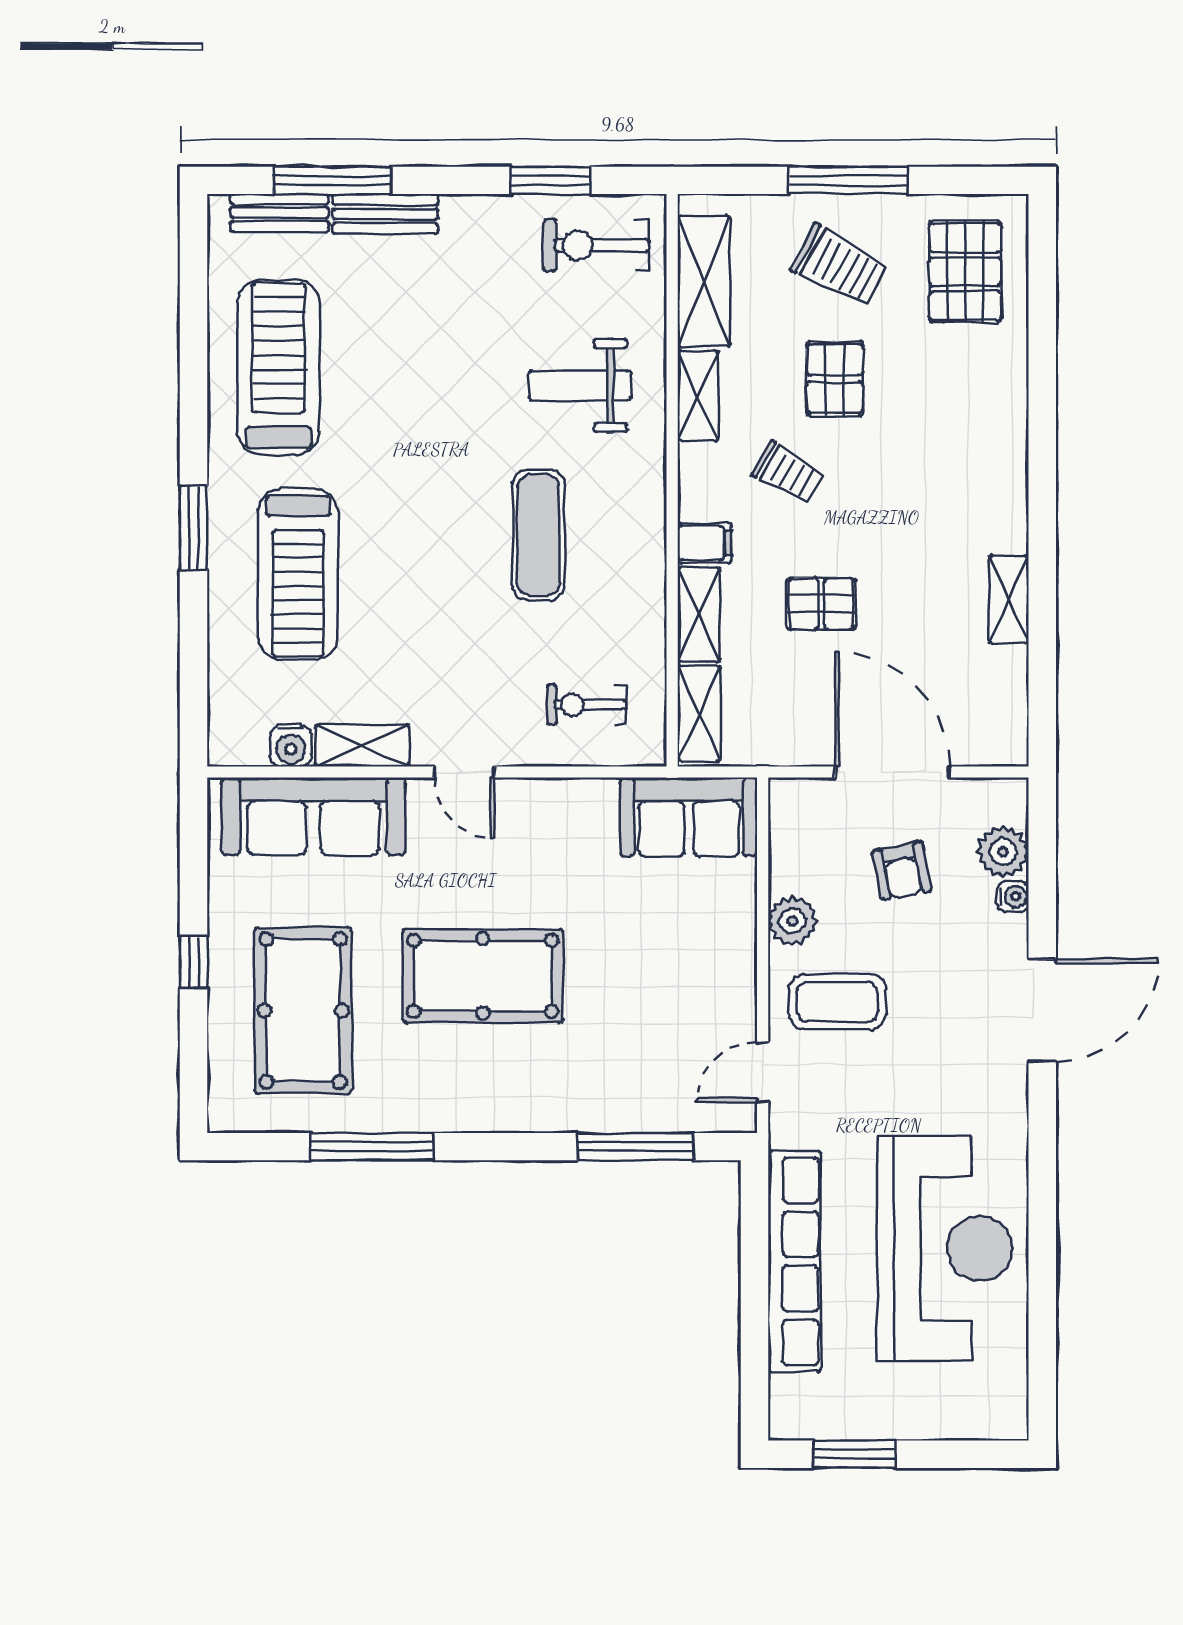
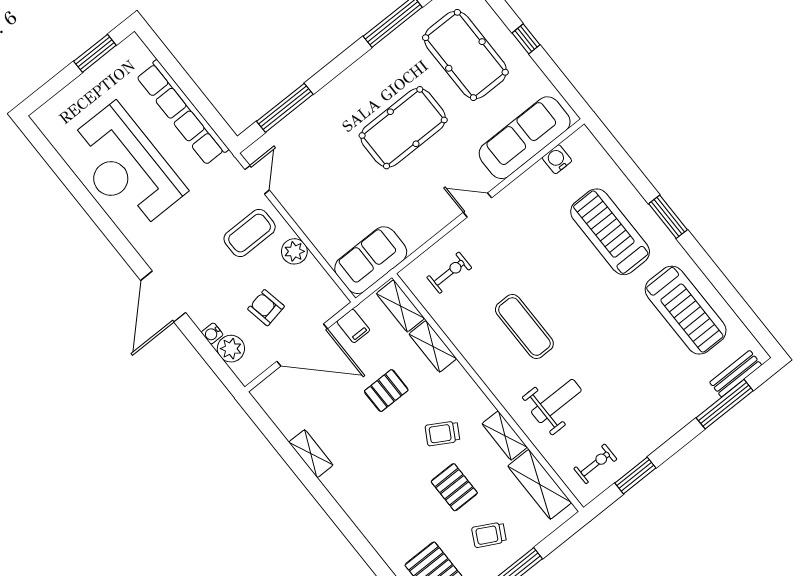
bench: (385, 214) -> (692, 408), removed
exercise bike: (596, 245) -> (595, 464), width x0.73, depth x0.72
trolley: (840, 266) -> (489, 535), width x0.73, depth x0.72
filing cabinet: (705, 543) -> (353, 326), moved, turned -90
shelving: (362, 745) -> (528, 183), removed

